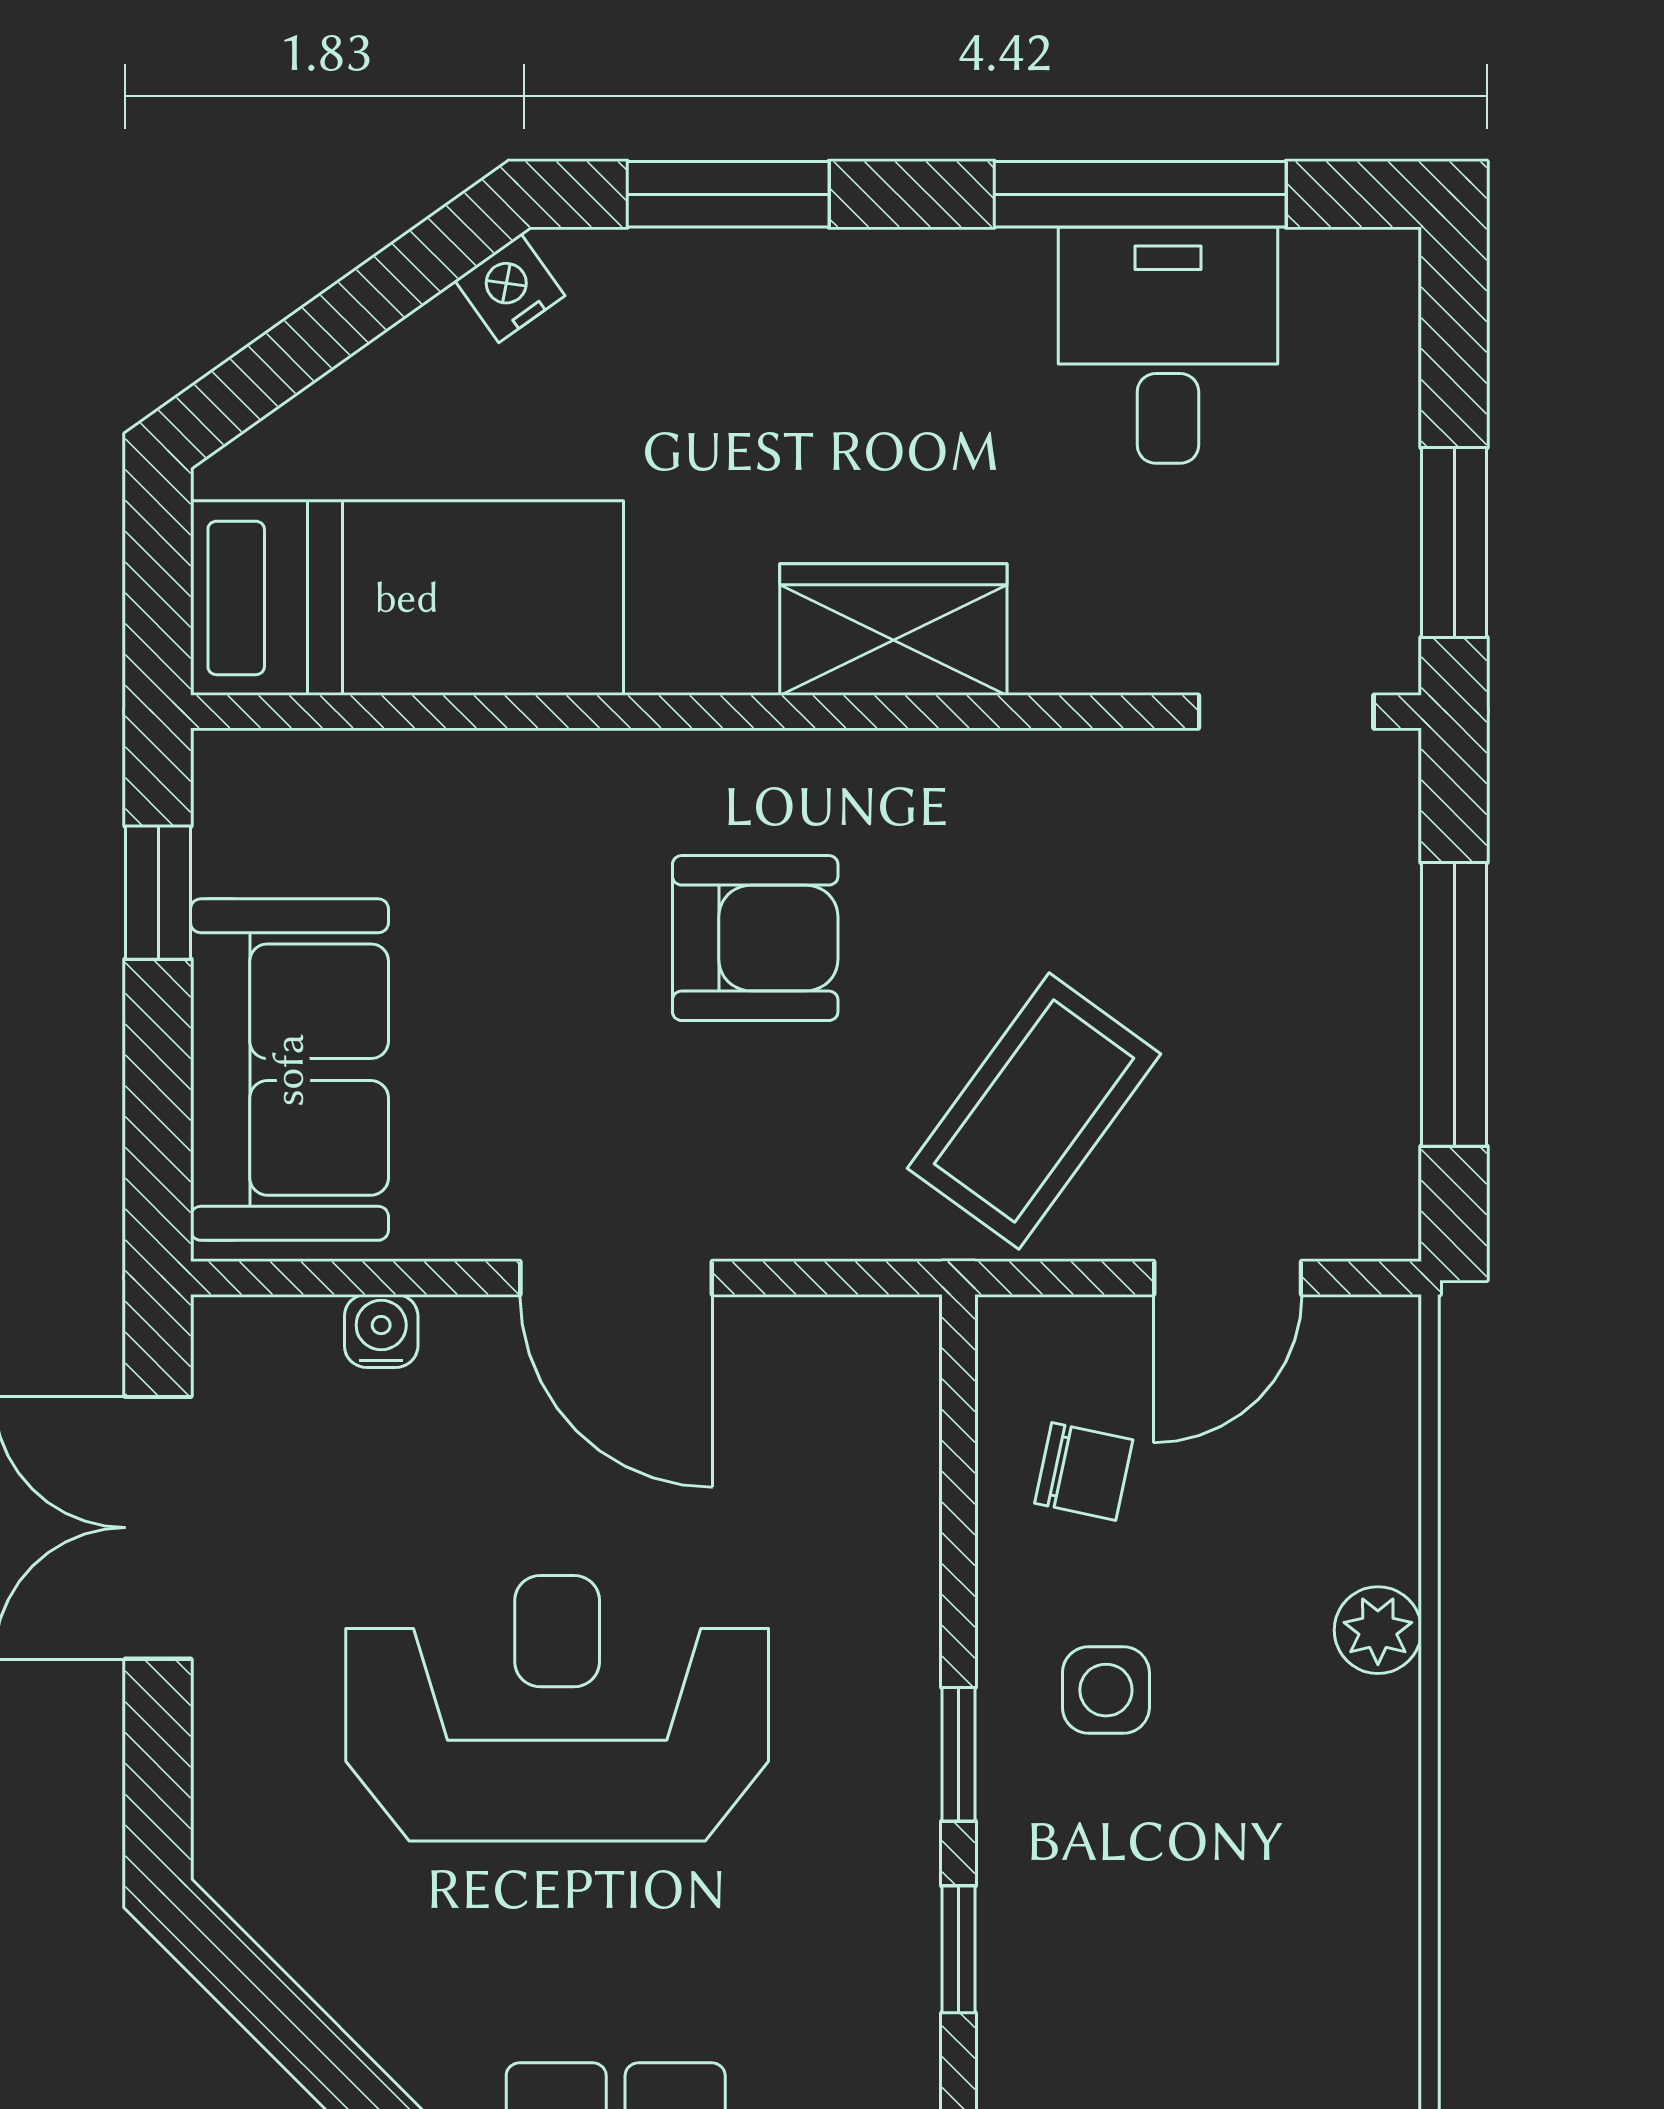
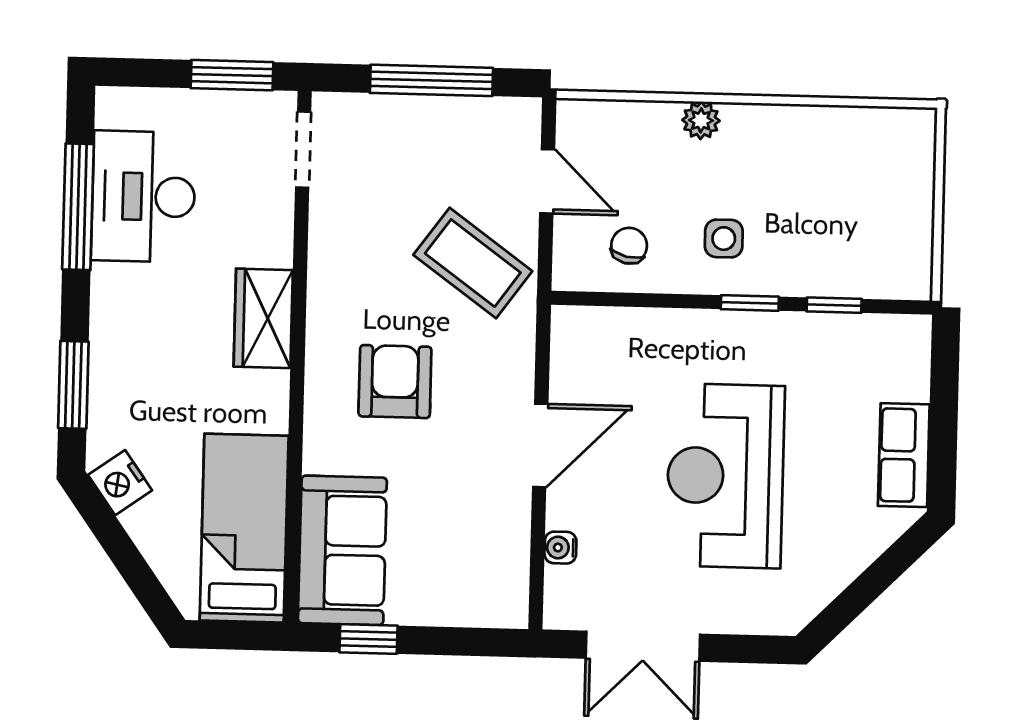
nightstand: (510, 288) -> (120, 483), width x1.39, depth x1.35
desk: (1168, 345) -> (143, 197), width x1.37
sofa: (289, 1070) -> (342, 550), moved, turned 90

